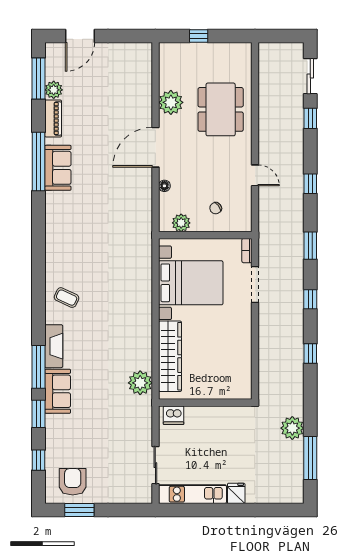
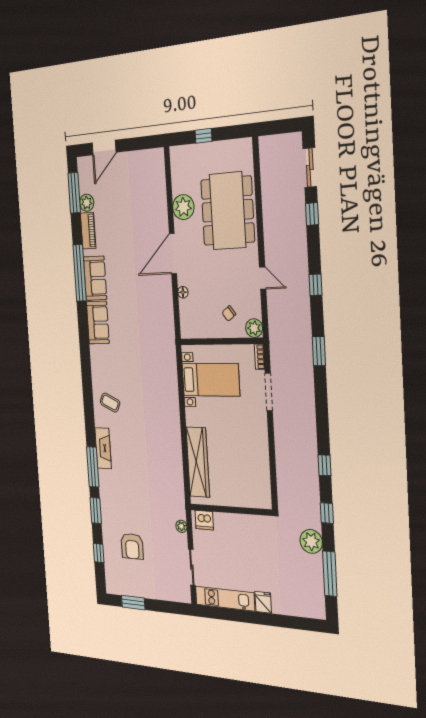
dining table: (221, 109) -> (228, 211), width x1.36, depth x1.24
plant: (181, 223) -> (254, 328), moved
bed with nightstands: (191, 283) -> (211, 380), width x0.73
window: (310, 299) -> (327, 513), moved
plant: (140, 383) -> (181, 526), moved, width x0.53, depth x0.53
sofa: (58, 391) -> (98, 323), moved
armchair: (73, 482) -> (132, 546), moved, turned 180

